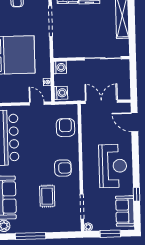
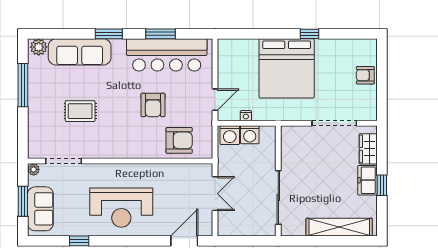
washing machine: (60, 67) -> (250, 135), moved
double door: (101, 102) -> (215, 194), width x0.73
armchair: (63, 168) -> (153, 105), moved
sofa: (125, 211) -> (40, 209), moved, turned 90

